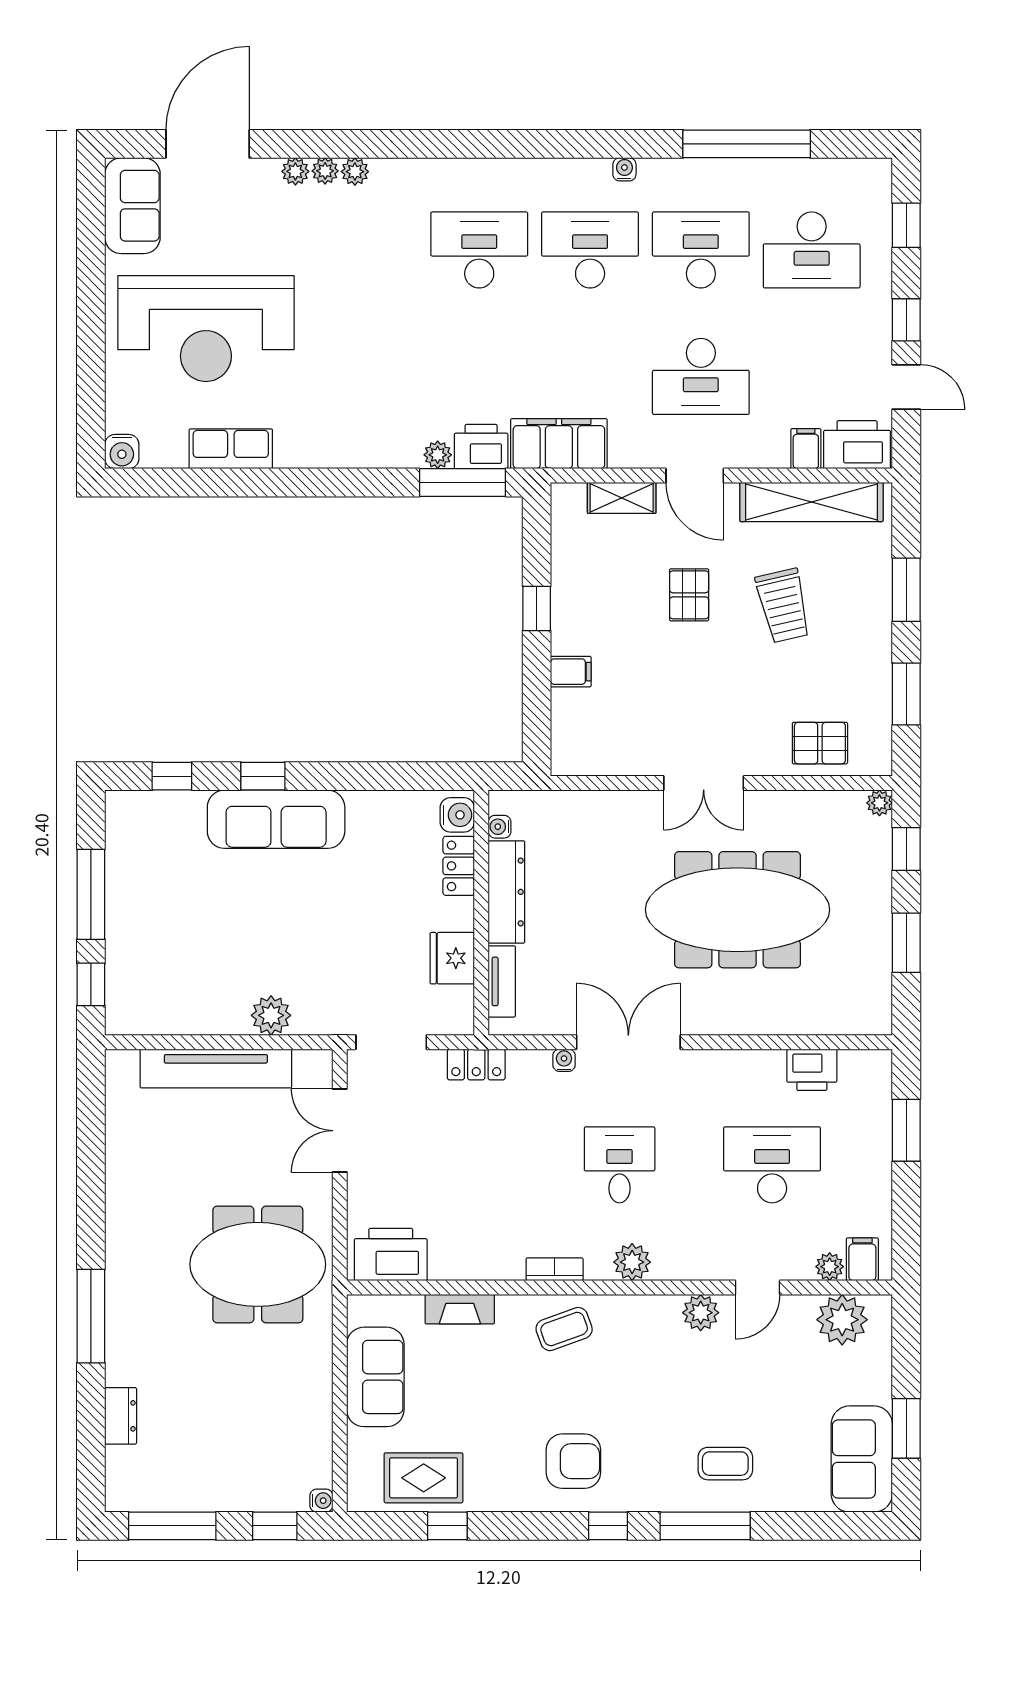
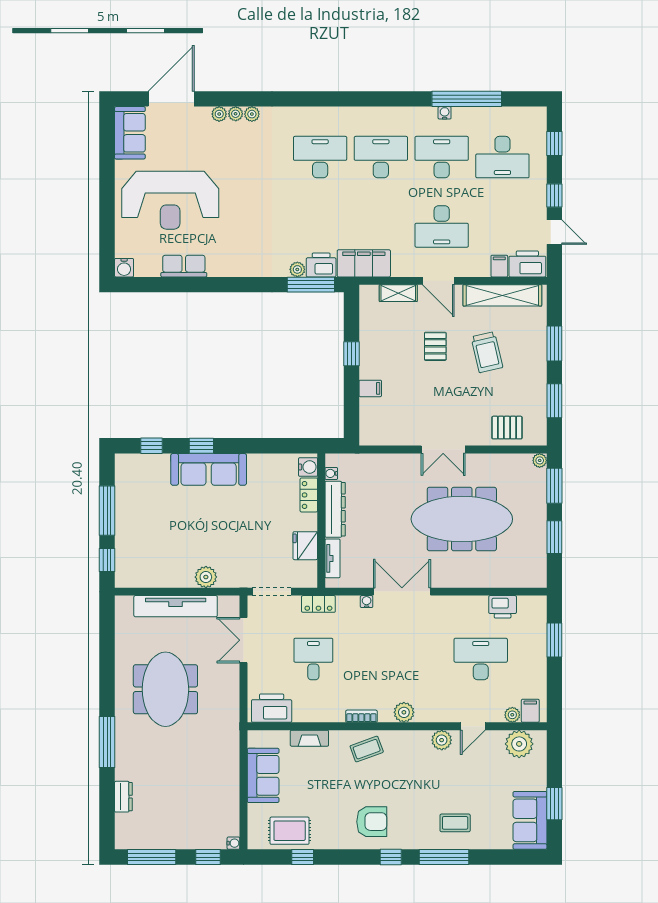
water cooler: (624, 169) -> (445, 113), moved
window: (906, 849) -> (554, 486), width x1.50
desk: (620, 1165) -> (313, 659), moved
meeting table: (258, 1264) -> (165, 689), moved, turned 90

